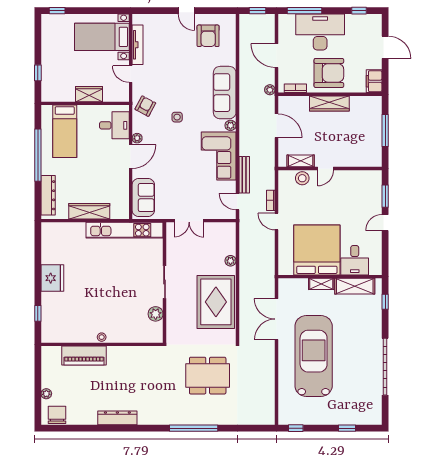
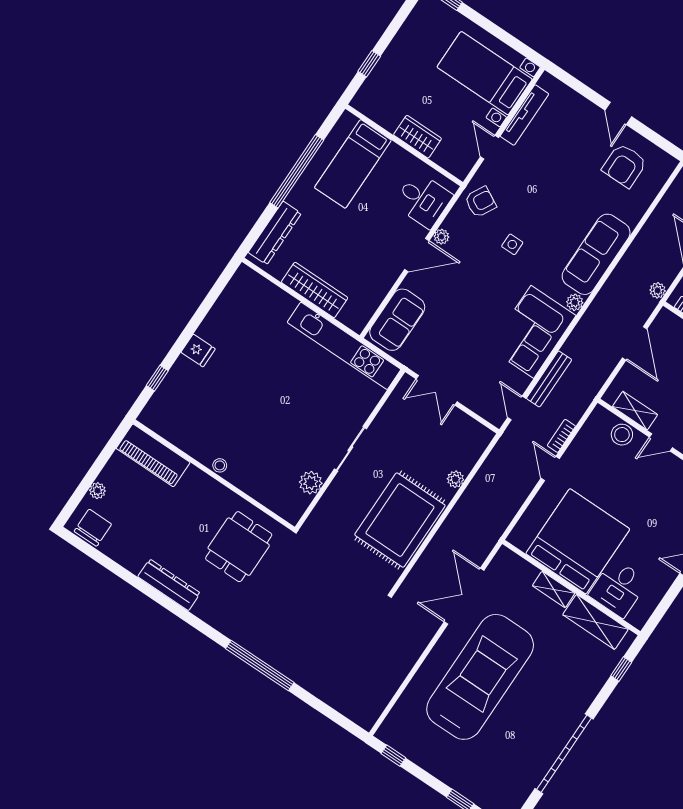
fridge: (52, 278) -> (198, 351), width x0.53, depth x0.75
piano: (84, 355) -> (153, 455), moved
dining table: (208, 376) -> (239, 547), moved, width x0.73

